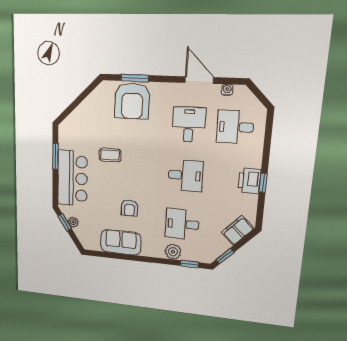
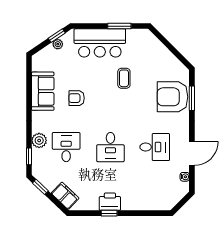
desk: (235, 127) -> (155, 186), removed

